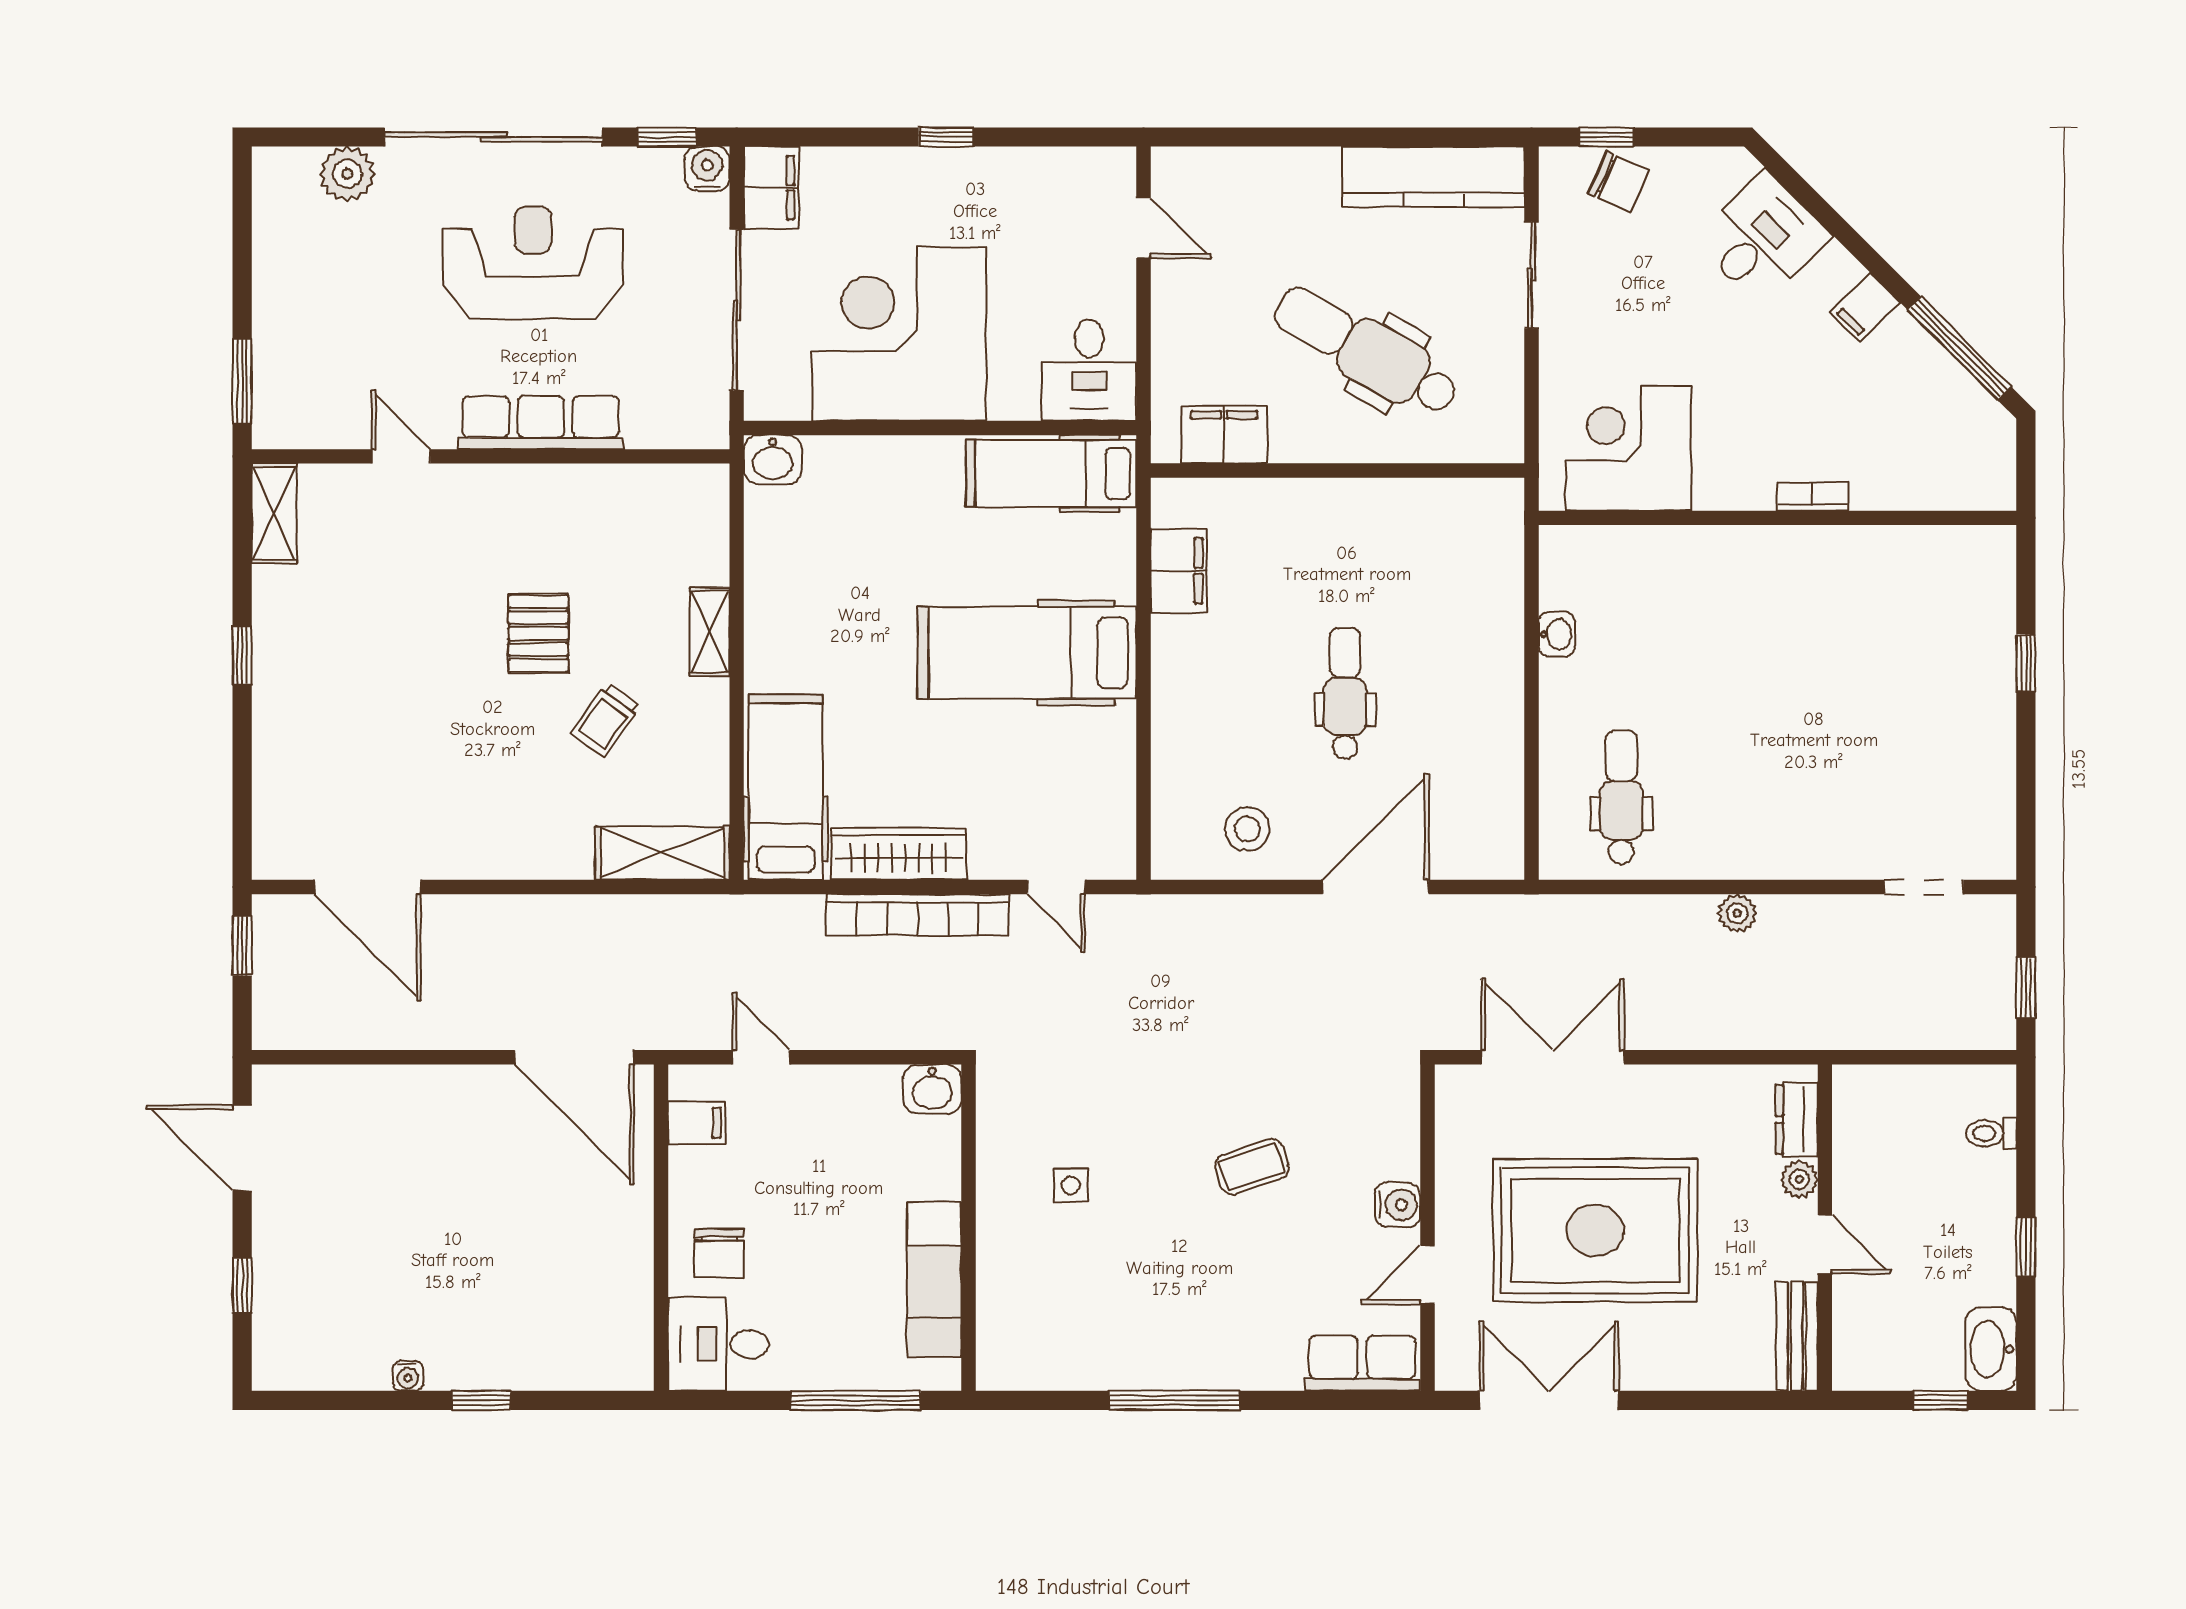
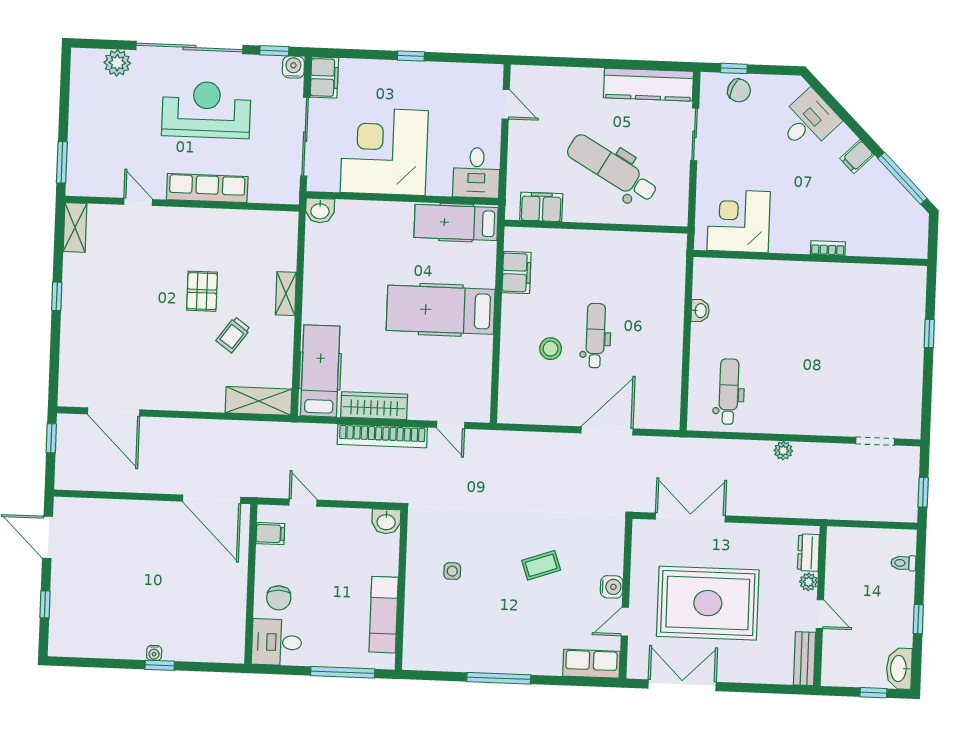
stool: (1247, 829) -> (551, 349), moved
water cooler: (408, 1376) -> (154, 653), moved

